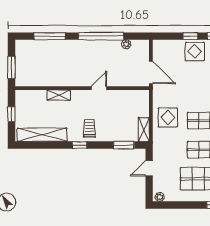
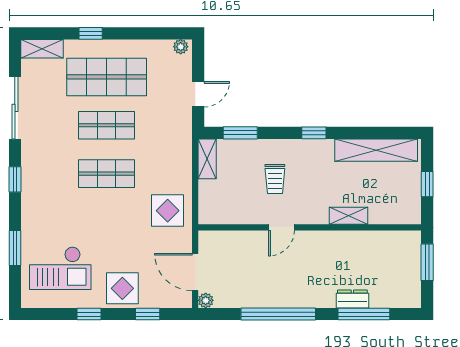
window: (190, 36) -> (148, 314), moved
plant: (126, 44) -> (206, 300), moved
dresser: (56, 45) -> (352, 299), added
door: (151, 72) -> (195, 272), moved
display table: (168, 117) -> (168, 211), moved
trolley: (90, 128) -> (275, 179), moved

